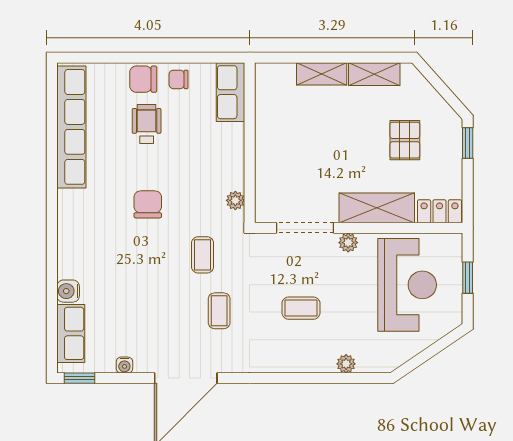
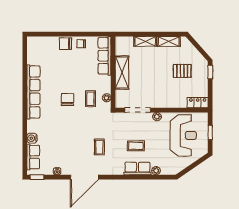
row of seats: (231, 92) -> (104, 56), width x1.48
wheelchair: (147, 124) -> (67, 64), removed
row of seats: (71, 127) -> (33, 92), moved
pallet: (405, 140) -> (182, 71), turned 90
shelving: (377, 208) -> (122, 72), moved, turned 90
coffee table: (203, 255) -> (90, 99), moved
row of seats: (305, 359) -> (137, 168), added

